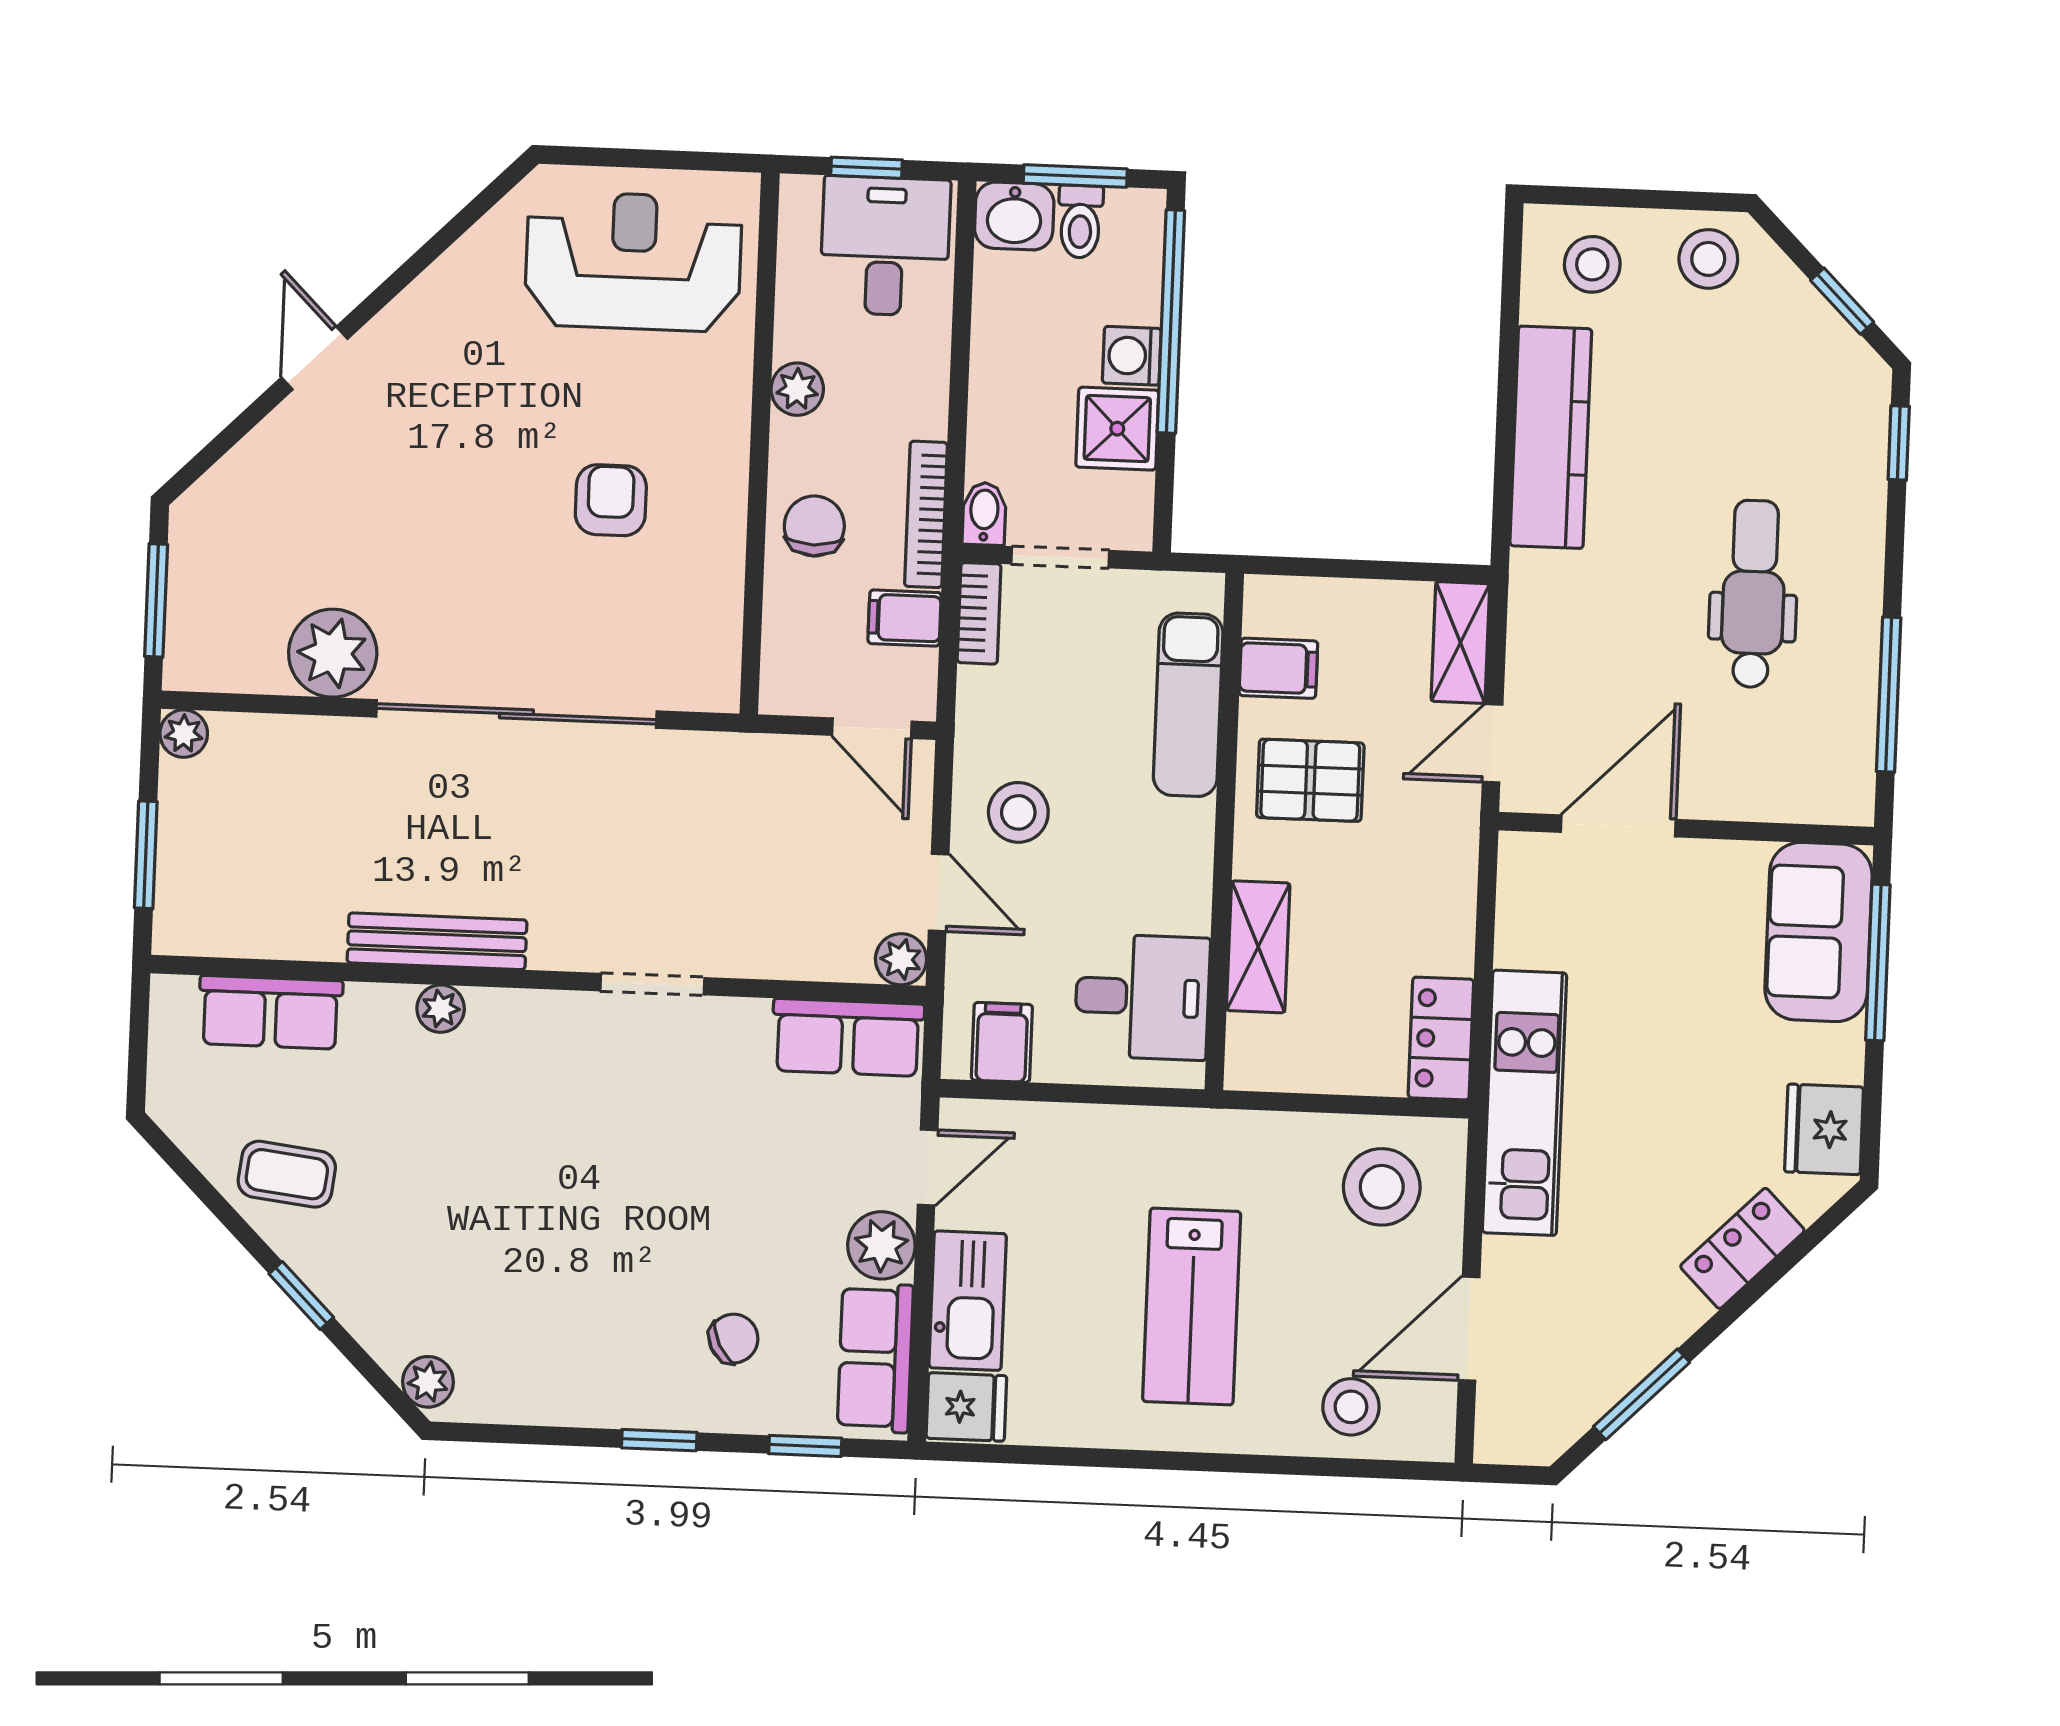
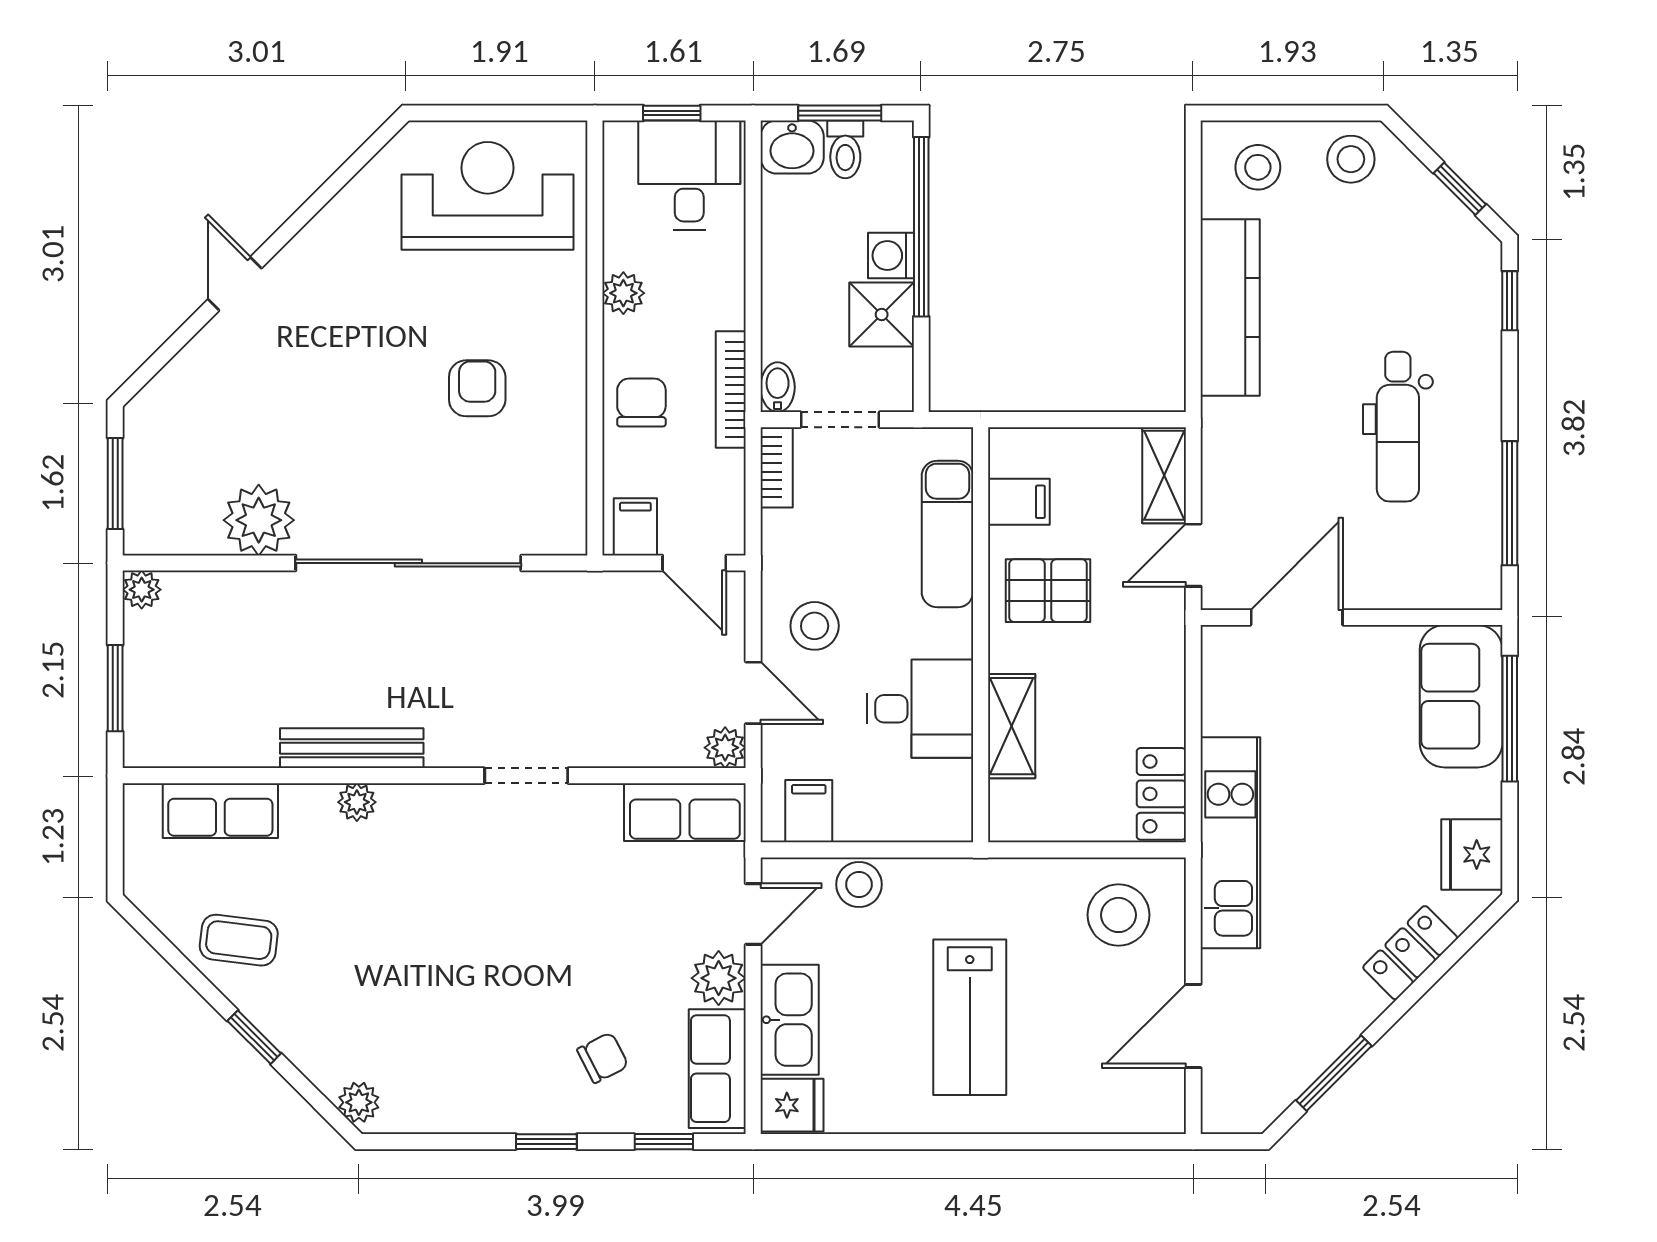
dental chair: (1753, 594) -> (1398, 427), turned 180
filing cabinet: (905, 618) -> (635, 527), moved, turned 90
desk: (1142, 997) -> (920, 709), moved
stool: (1351, 1407) -> (859, 884), moved

